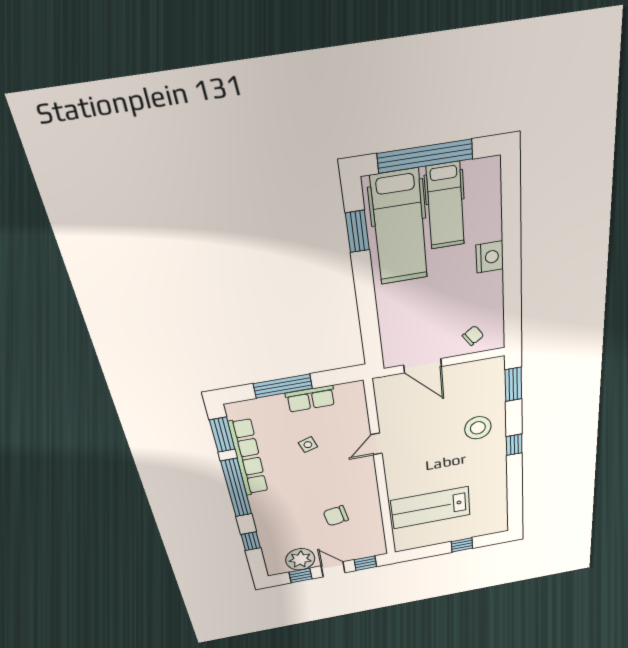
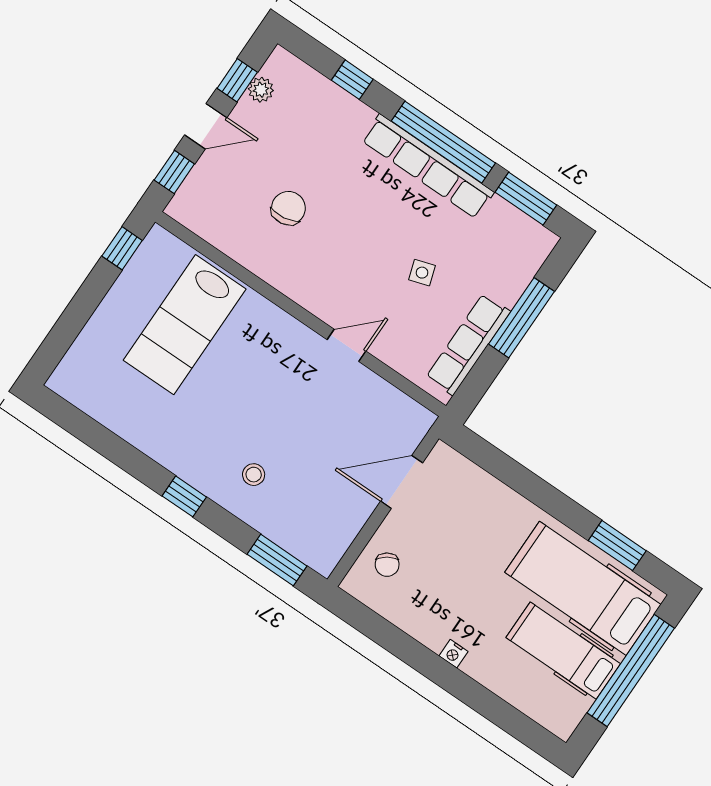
nightstand: (490, 257) -> (453, 654), width x0.53, depth x0.56
row of seats: (311, 399) -> (468, 344), width x1.48
stool: (478, 428) -> (254, 475), width x0.53, depth x0.53
door: (376, 444) -> (347, 345), hinge flipped
row of seats: (248, 457) -> (428, 166), moved
lab bench: (431, 508) -> (185, 325), turned 180
window: (462, 545) -> (122, 248), moved
plant: (300, 559) -> (261, 90), width x0.53, depth x0.53

